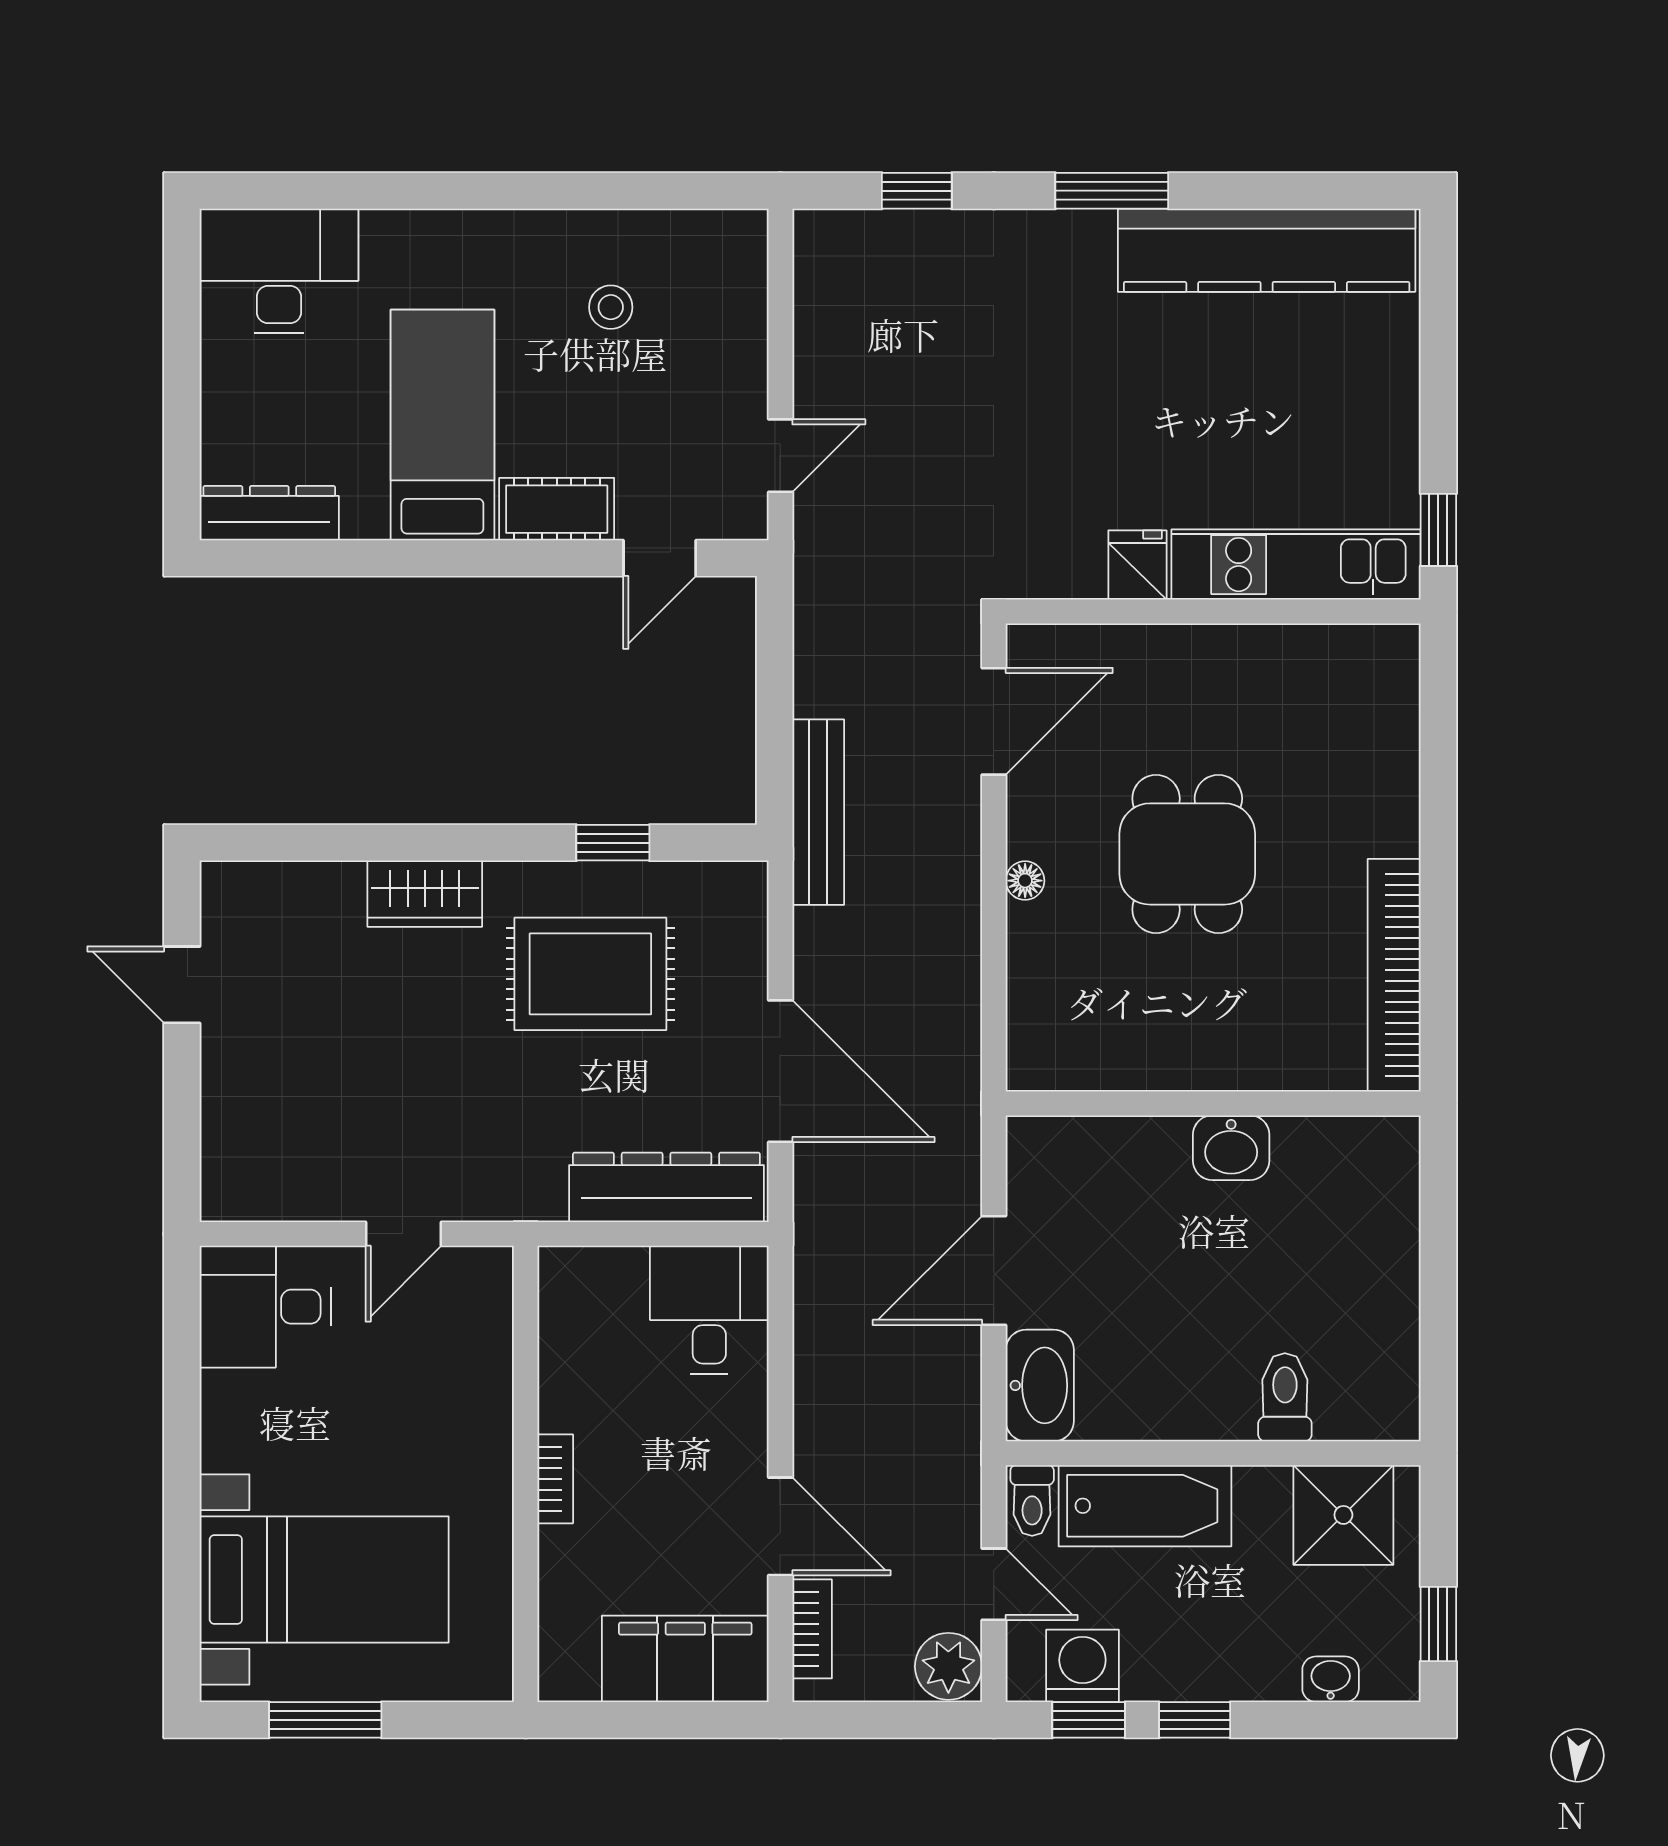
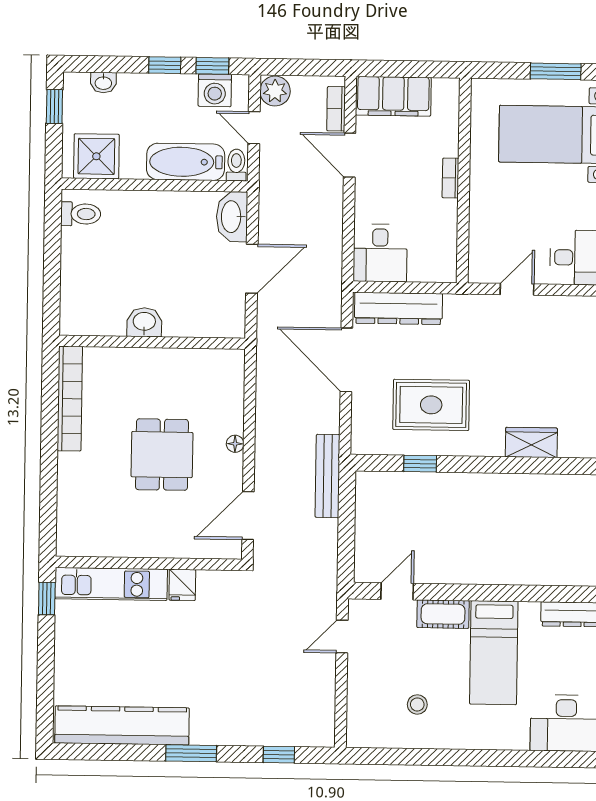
wardrobe: (425, 894) -> (531, 442), moved
toilet: (1285, 1397) -> (81, 214), moved, turned -90

